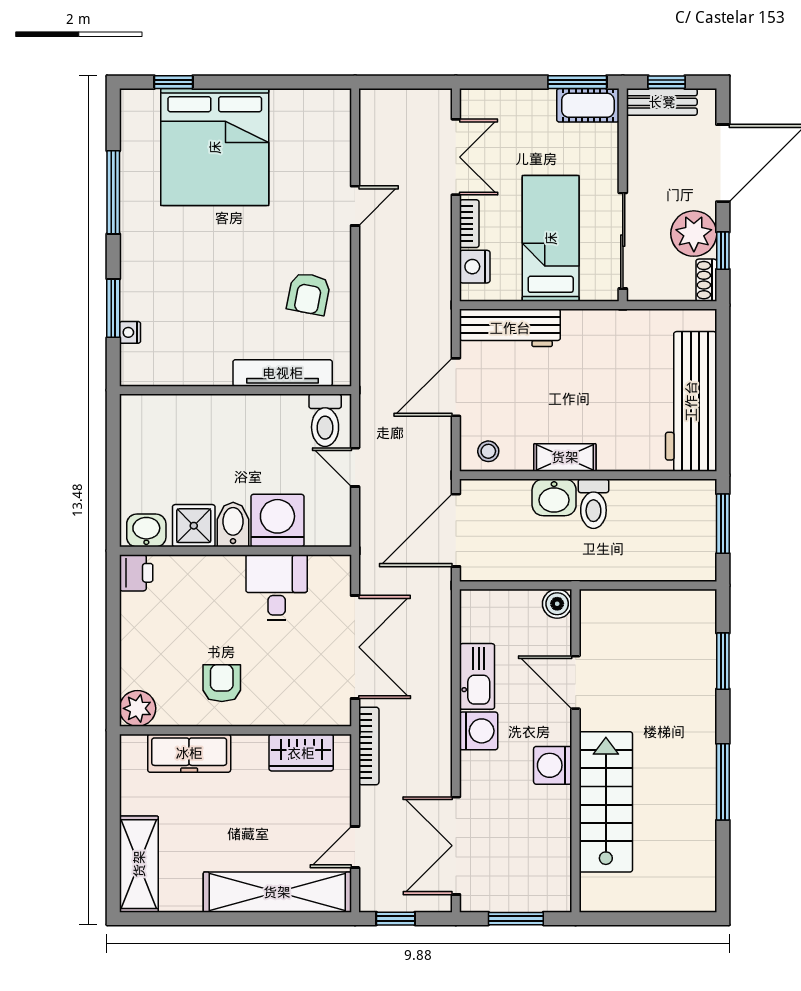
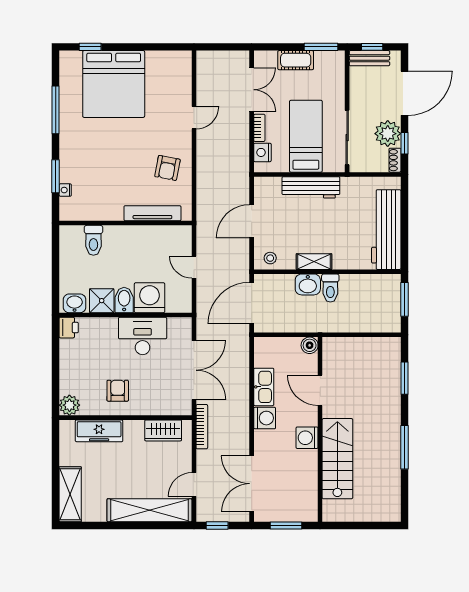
cot: (588, 105) -> (296, 60), moved
workbench: (510, 328) -> (311, 187), moved
toilet: (325, 420) -> (93, 240), moved
desk: (277, 587) -> (143, 336), width x1.37

